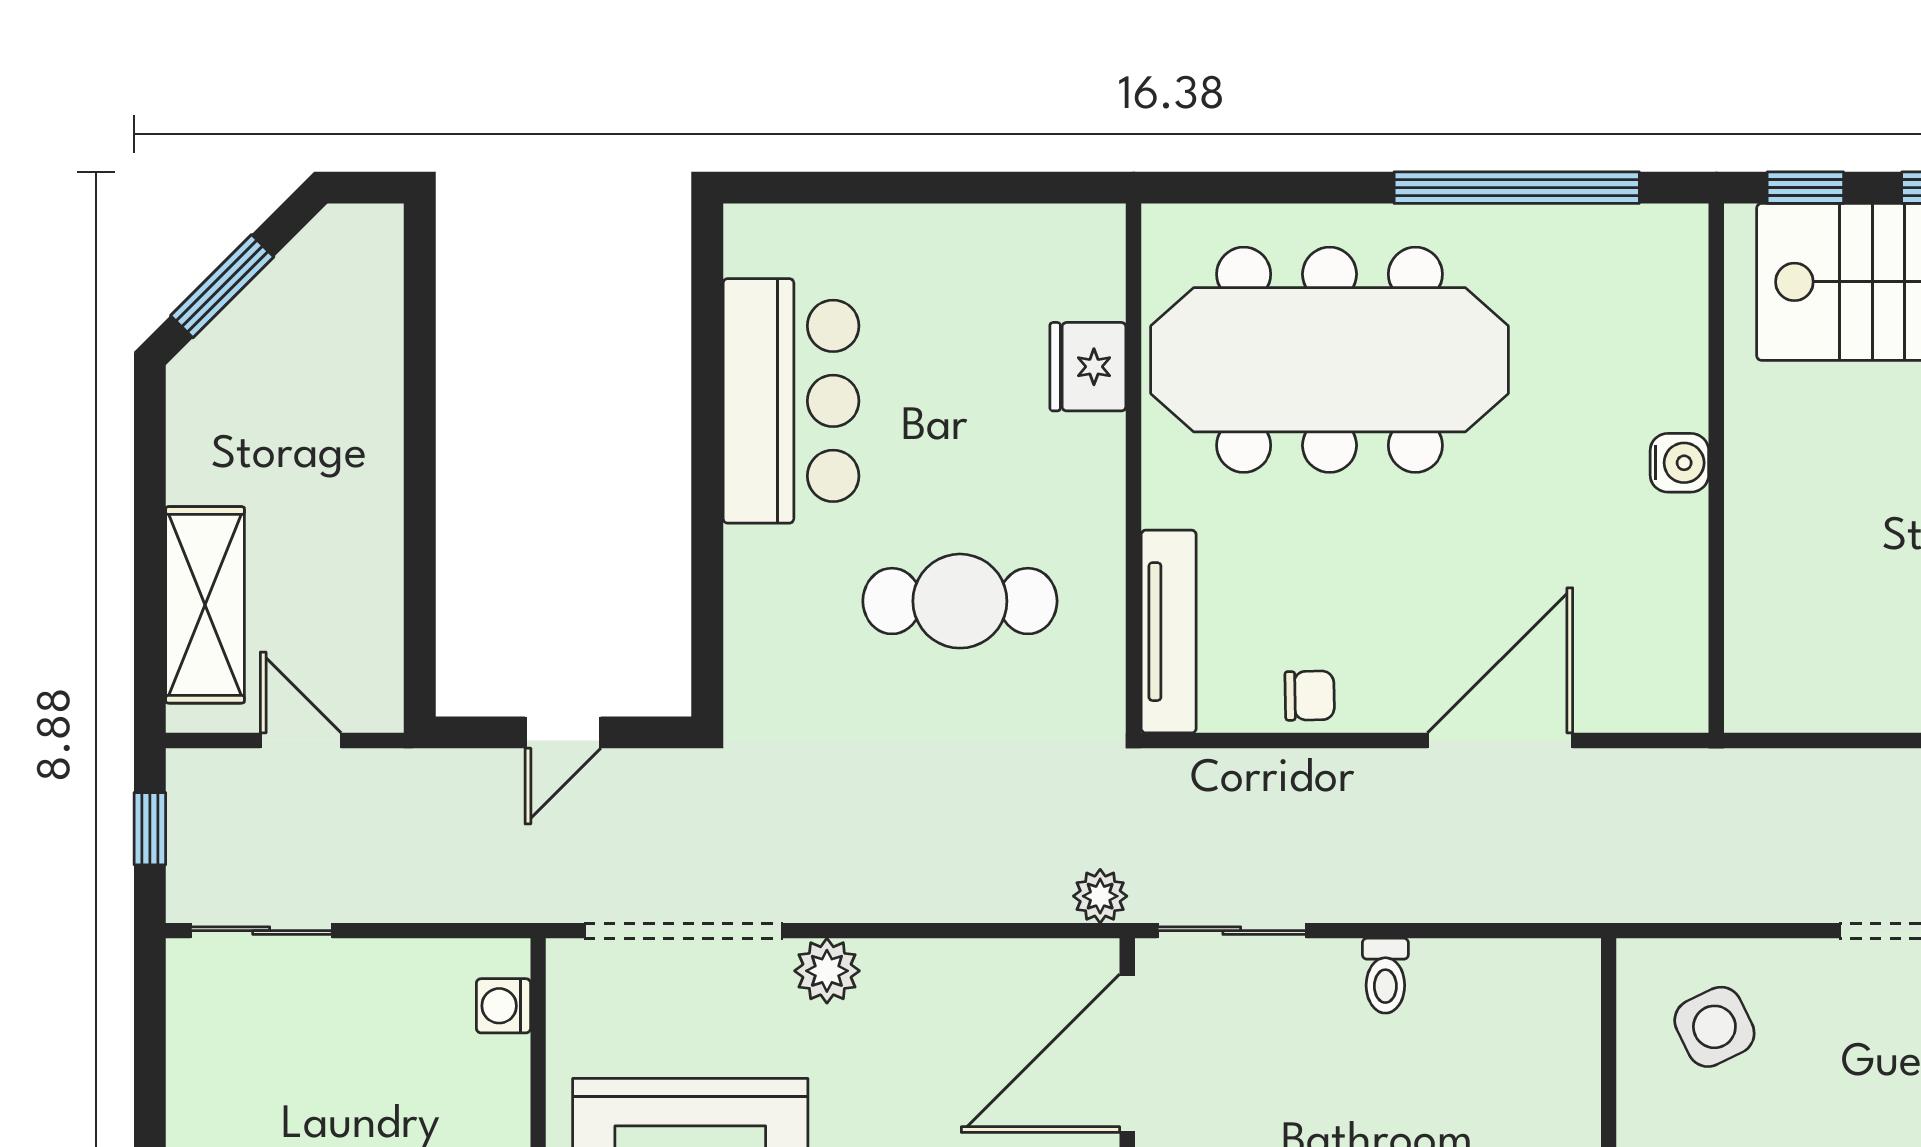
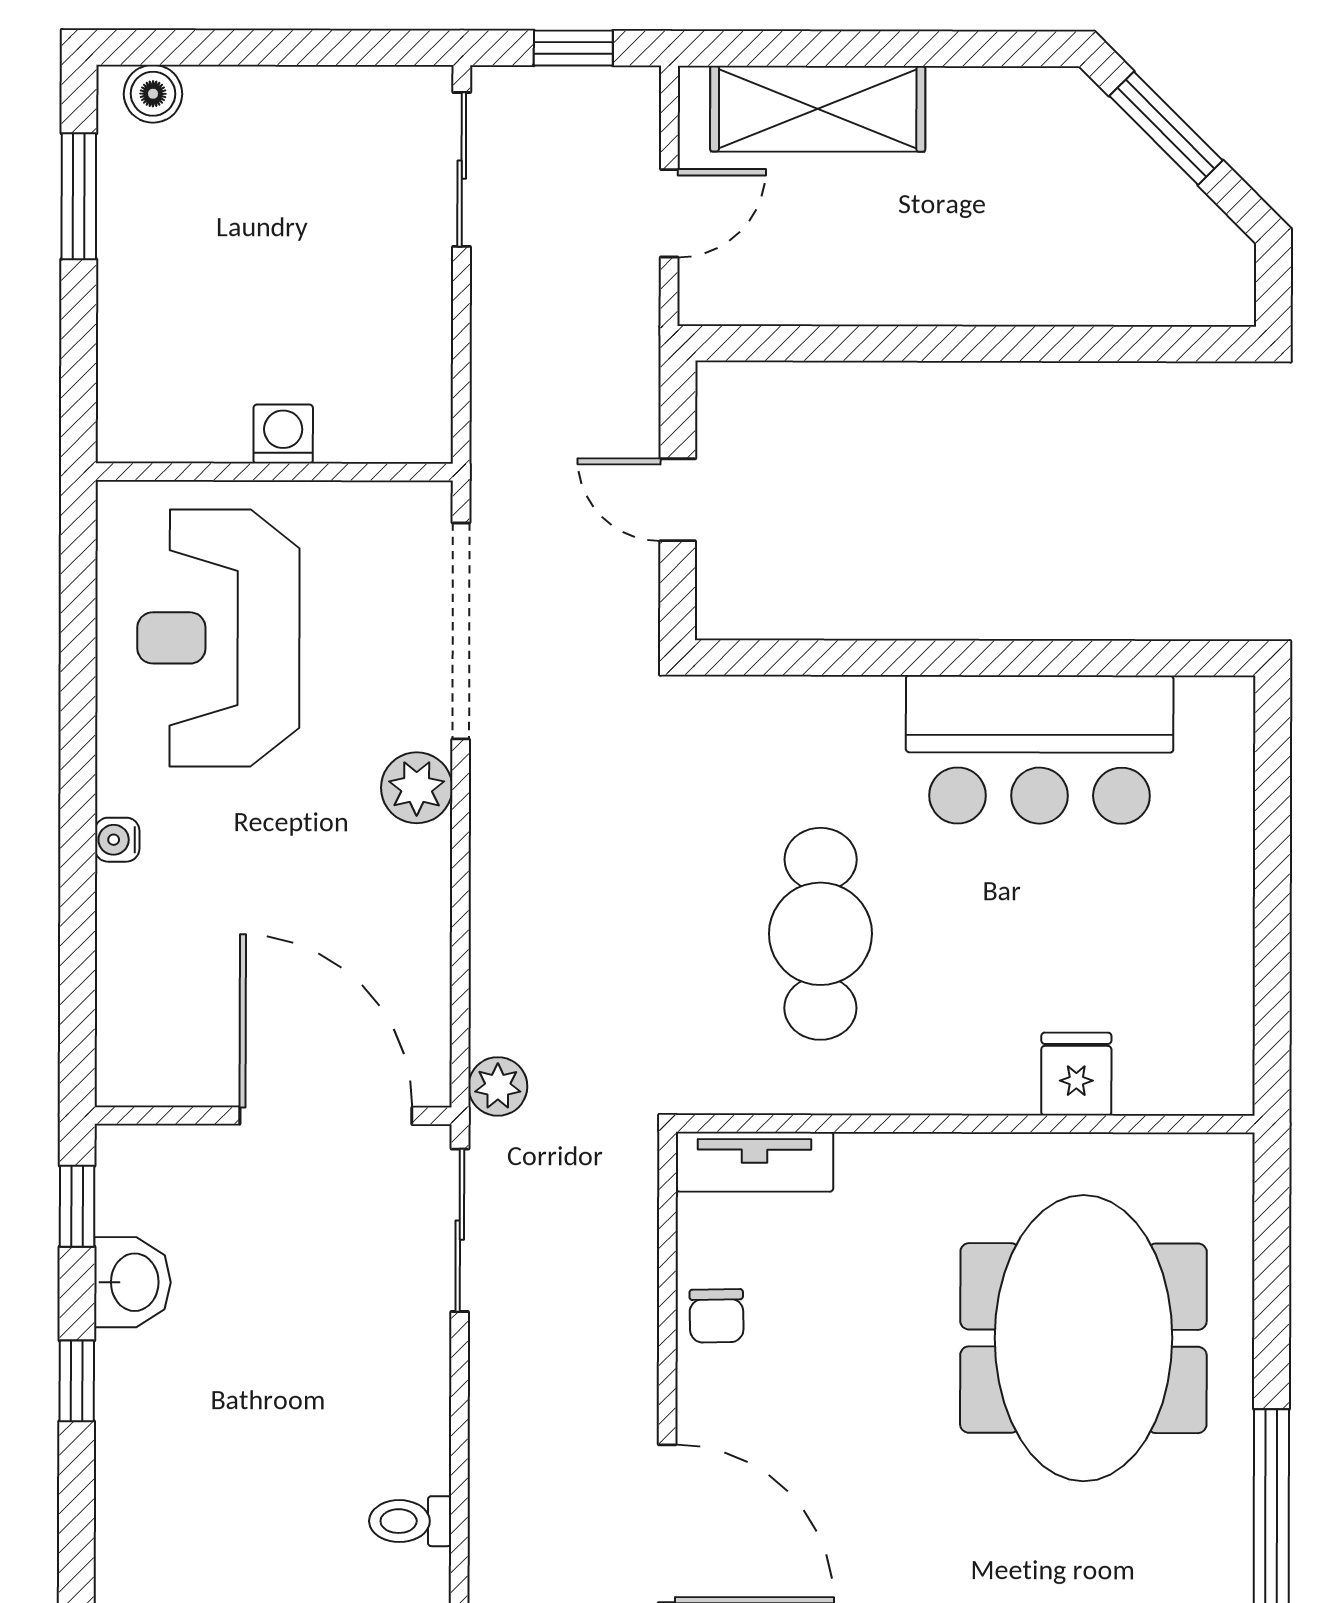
meeting table: (1330, 360) -> (1083, 1338), width x0.73
fridge: (1088, 367) -> (1076, 1074), width x0.72
tv unit: (1169, 632) -> (755, 1162), width x0.71
toilet: (1385, 976) -> (410, 1521), moved
washing machine: (503, 1006) -> (283, 434), moved

